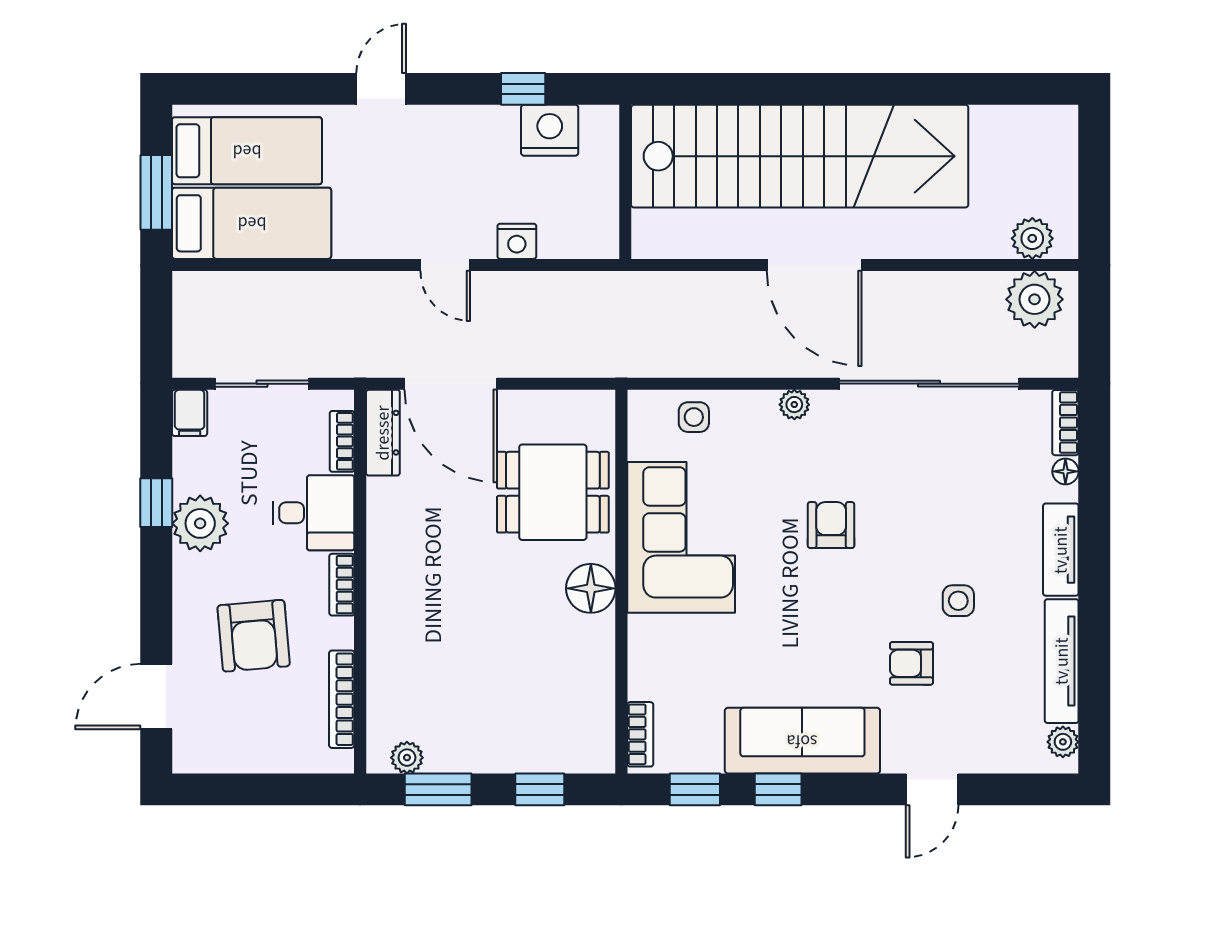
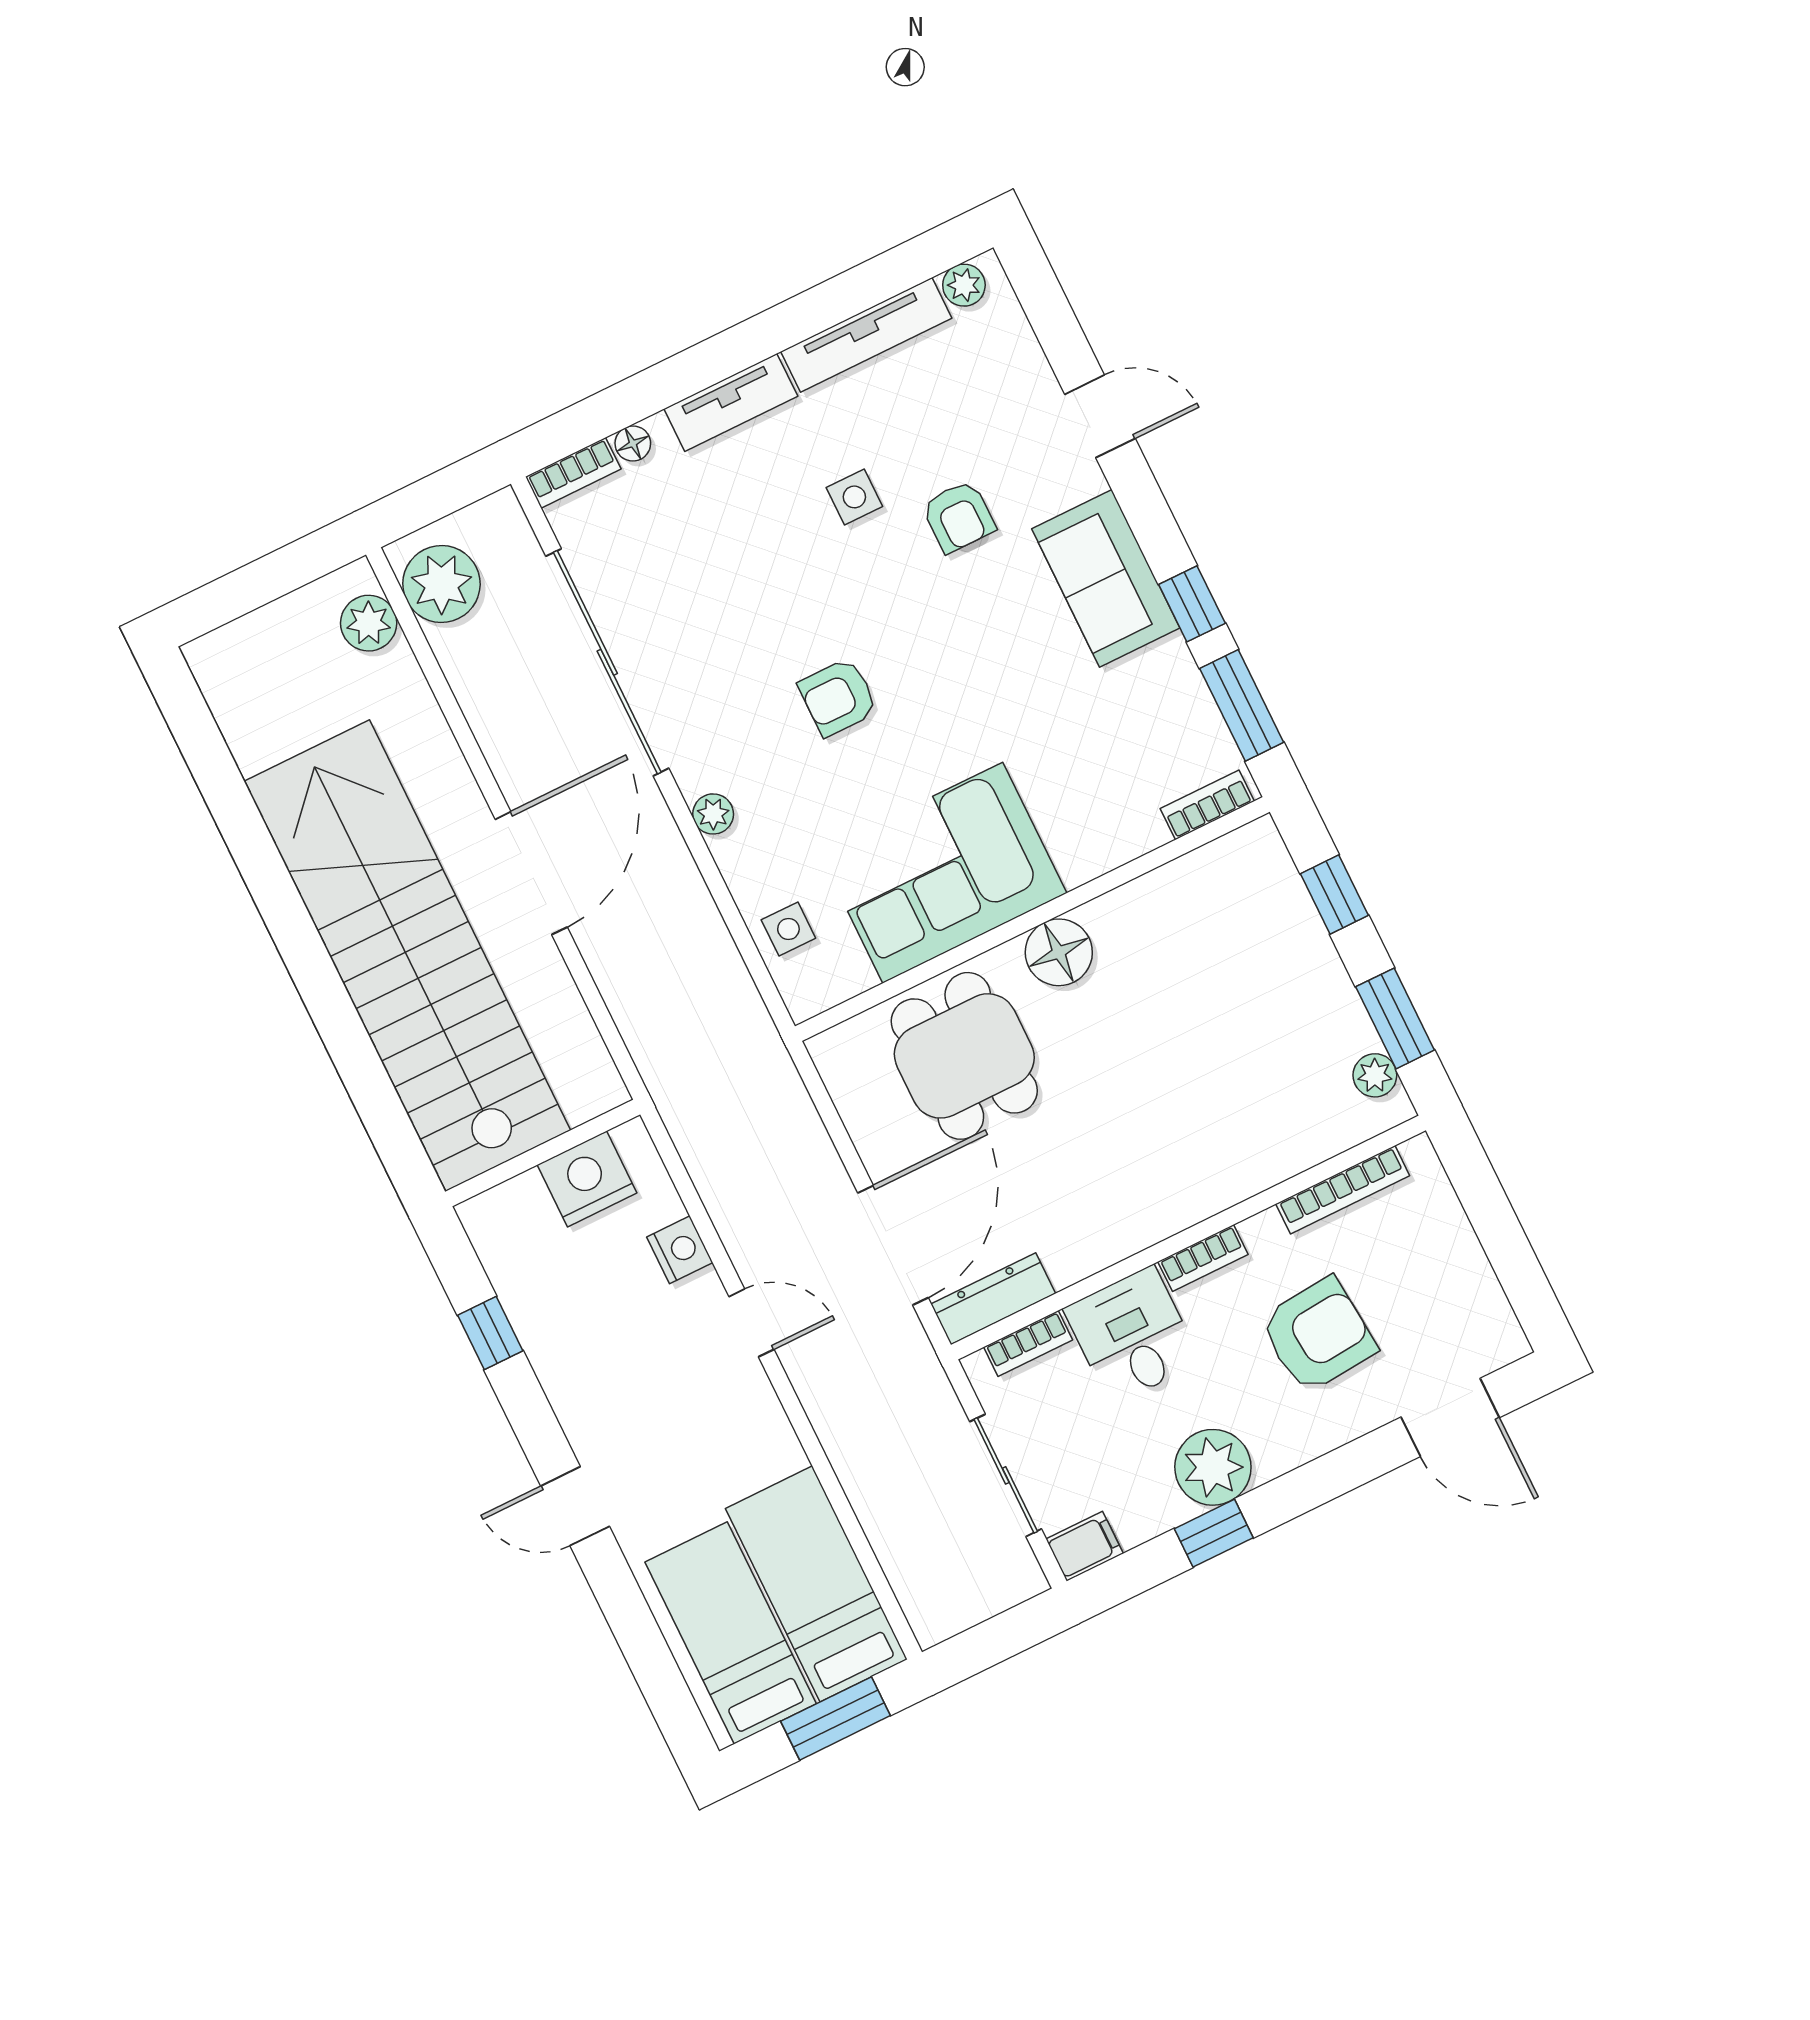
nightstand: (550, 130) -> (587, 1179), moved, turned 90
door: (445, 265) -> (752, 1323), hinge flipped
sofa: (802, 741) -> (1106, 578), width x0.73
window: (695, 789) -> (1242, 705), width x1.50

